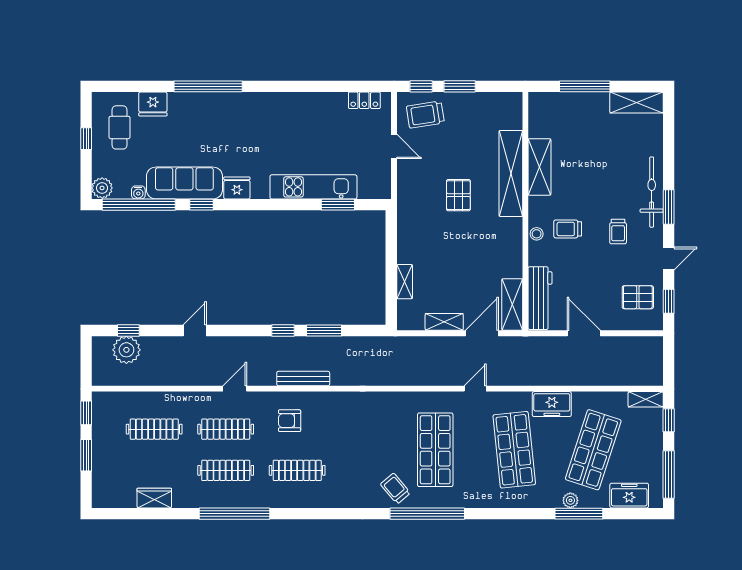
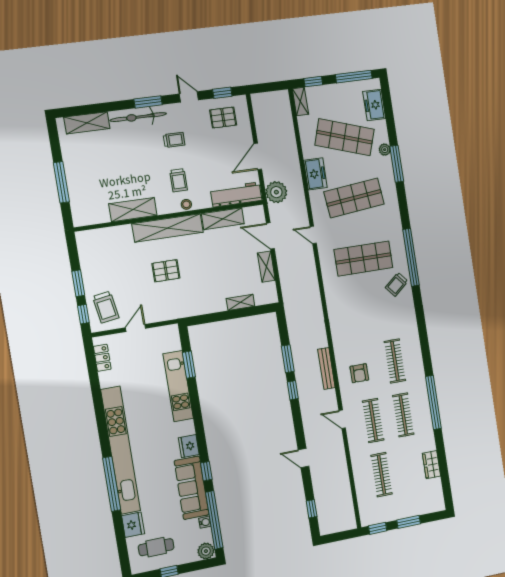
shelving: (636, 103) -> (87, 123), moved, turned 90
kitchen unit: (247, 104) -> (121, 450), added
shelving: (511, 173) -> (168, 228), moved
pallet: (638, 297) -> (223, 118), turned 90
shelving: (512, 305) -> (223, 219), moved
plant: (126, 350) -> (276, 192), moved
window: (579, 514) -> (397, 164), moved

